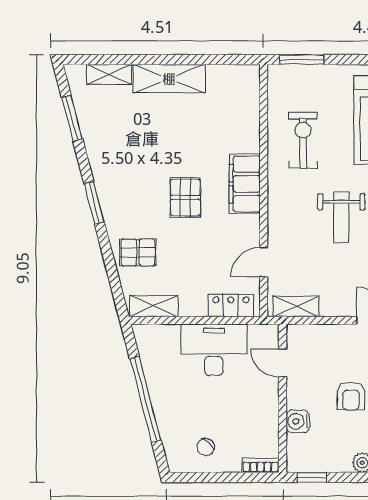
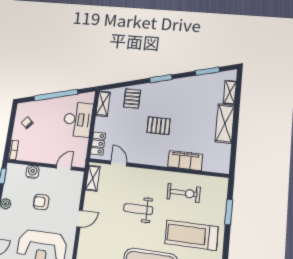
window: (302, 60) -> (229, 212), moved
filing cabinet: (245, 184) -> (185, 161), moved
desk: (214, 350) -> (78, 119), moved

